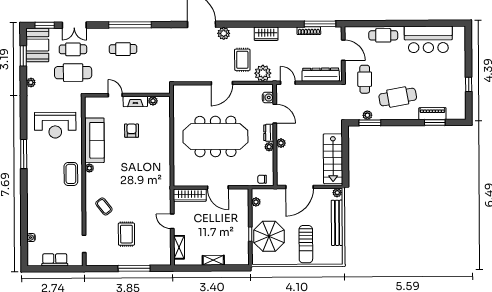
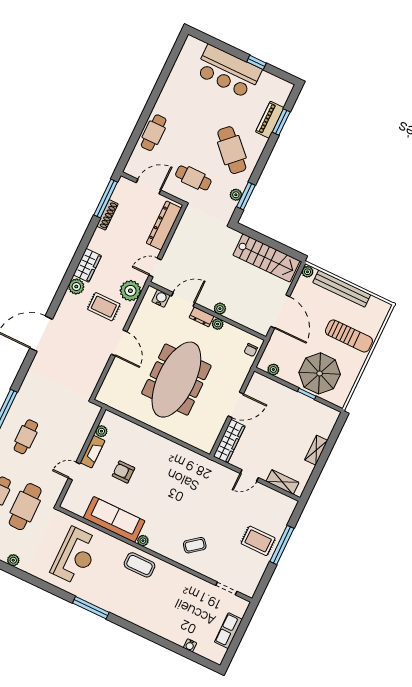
plant: (224, 33) -> (76, 287), moved
bar counter: (428, 39) -> (228, 71), moved, turned 90
cafe table: (398, 97) -> (232, 150), turned -34
rug: (126, 234) -> (258, 541), moved

